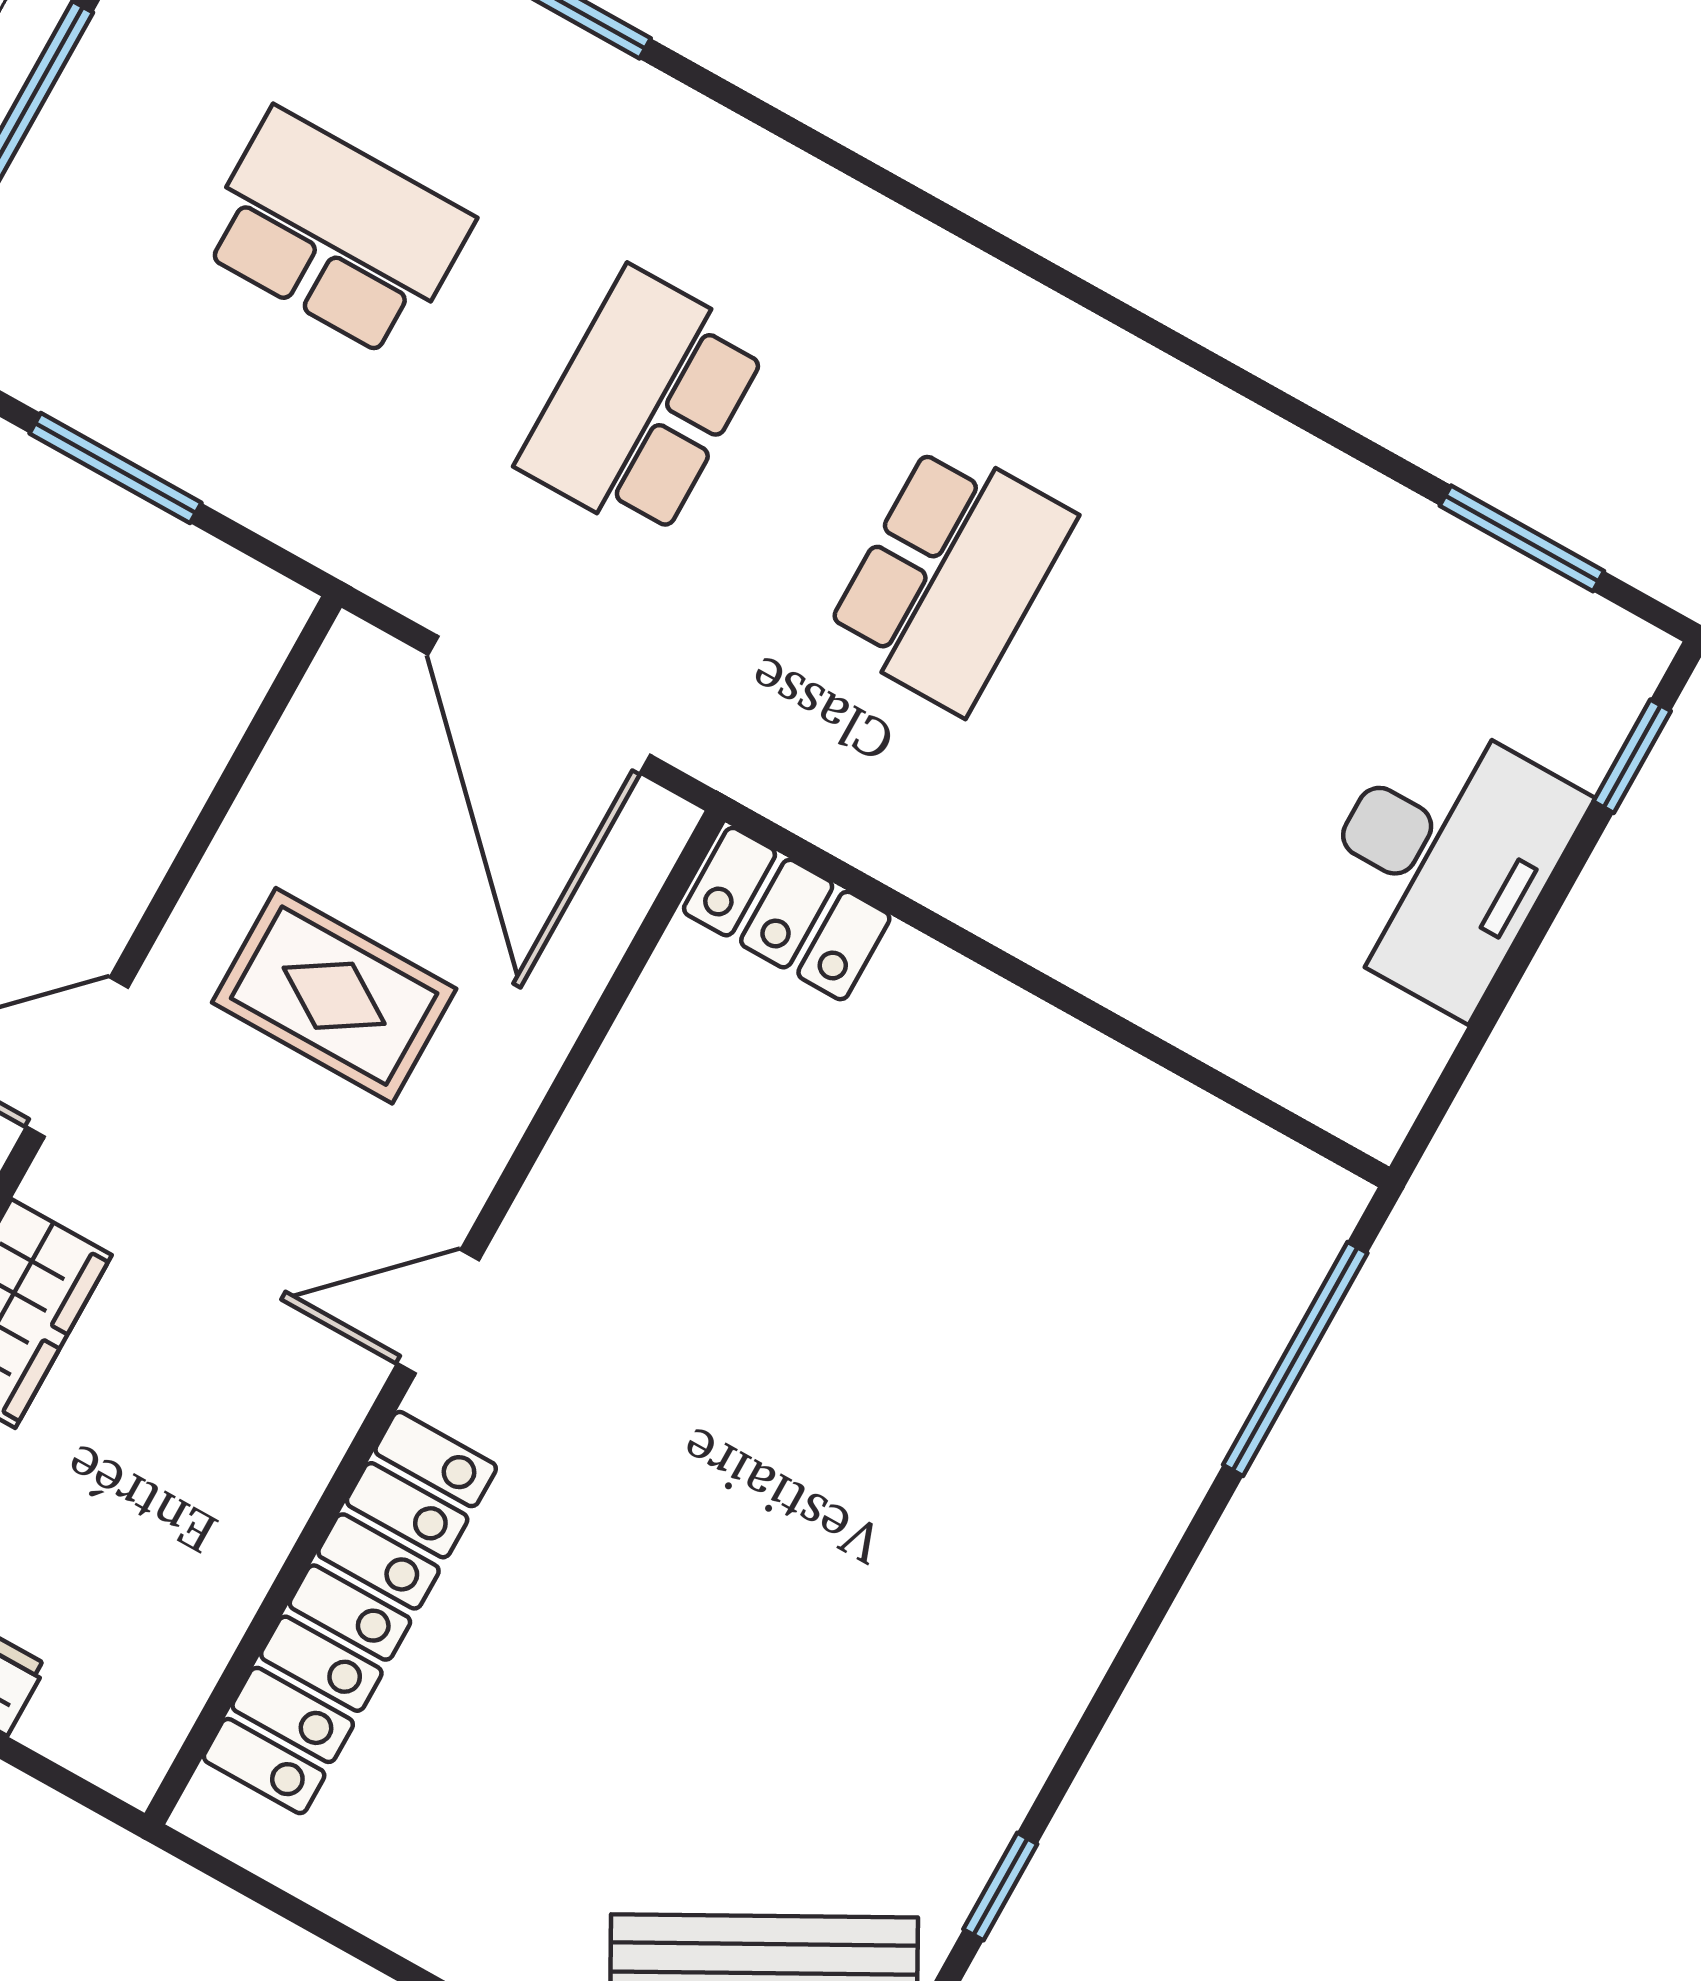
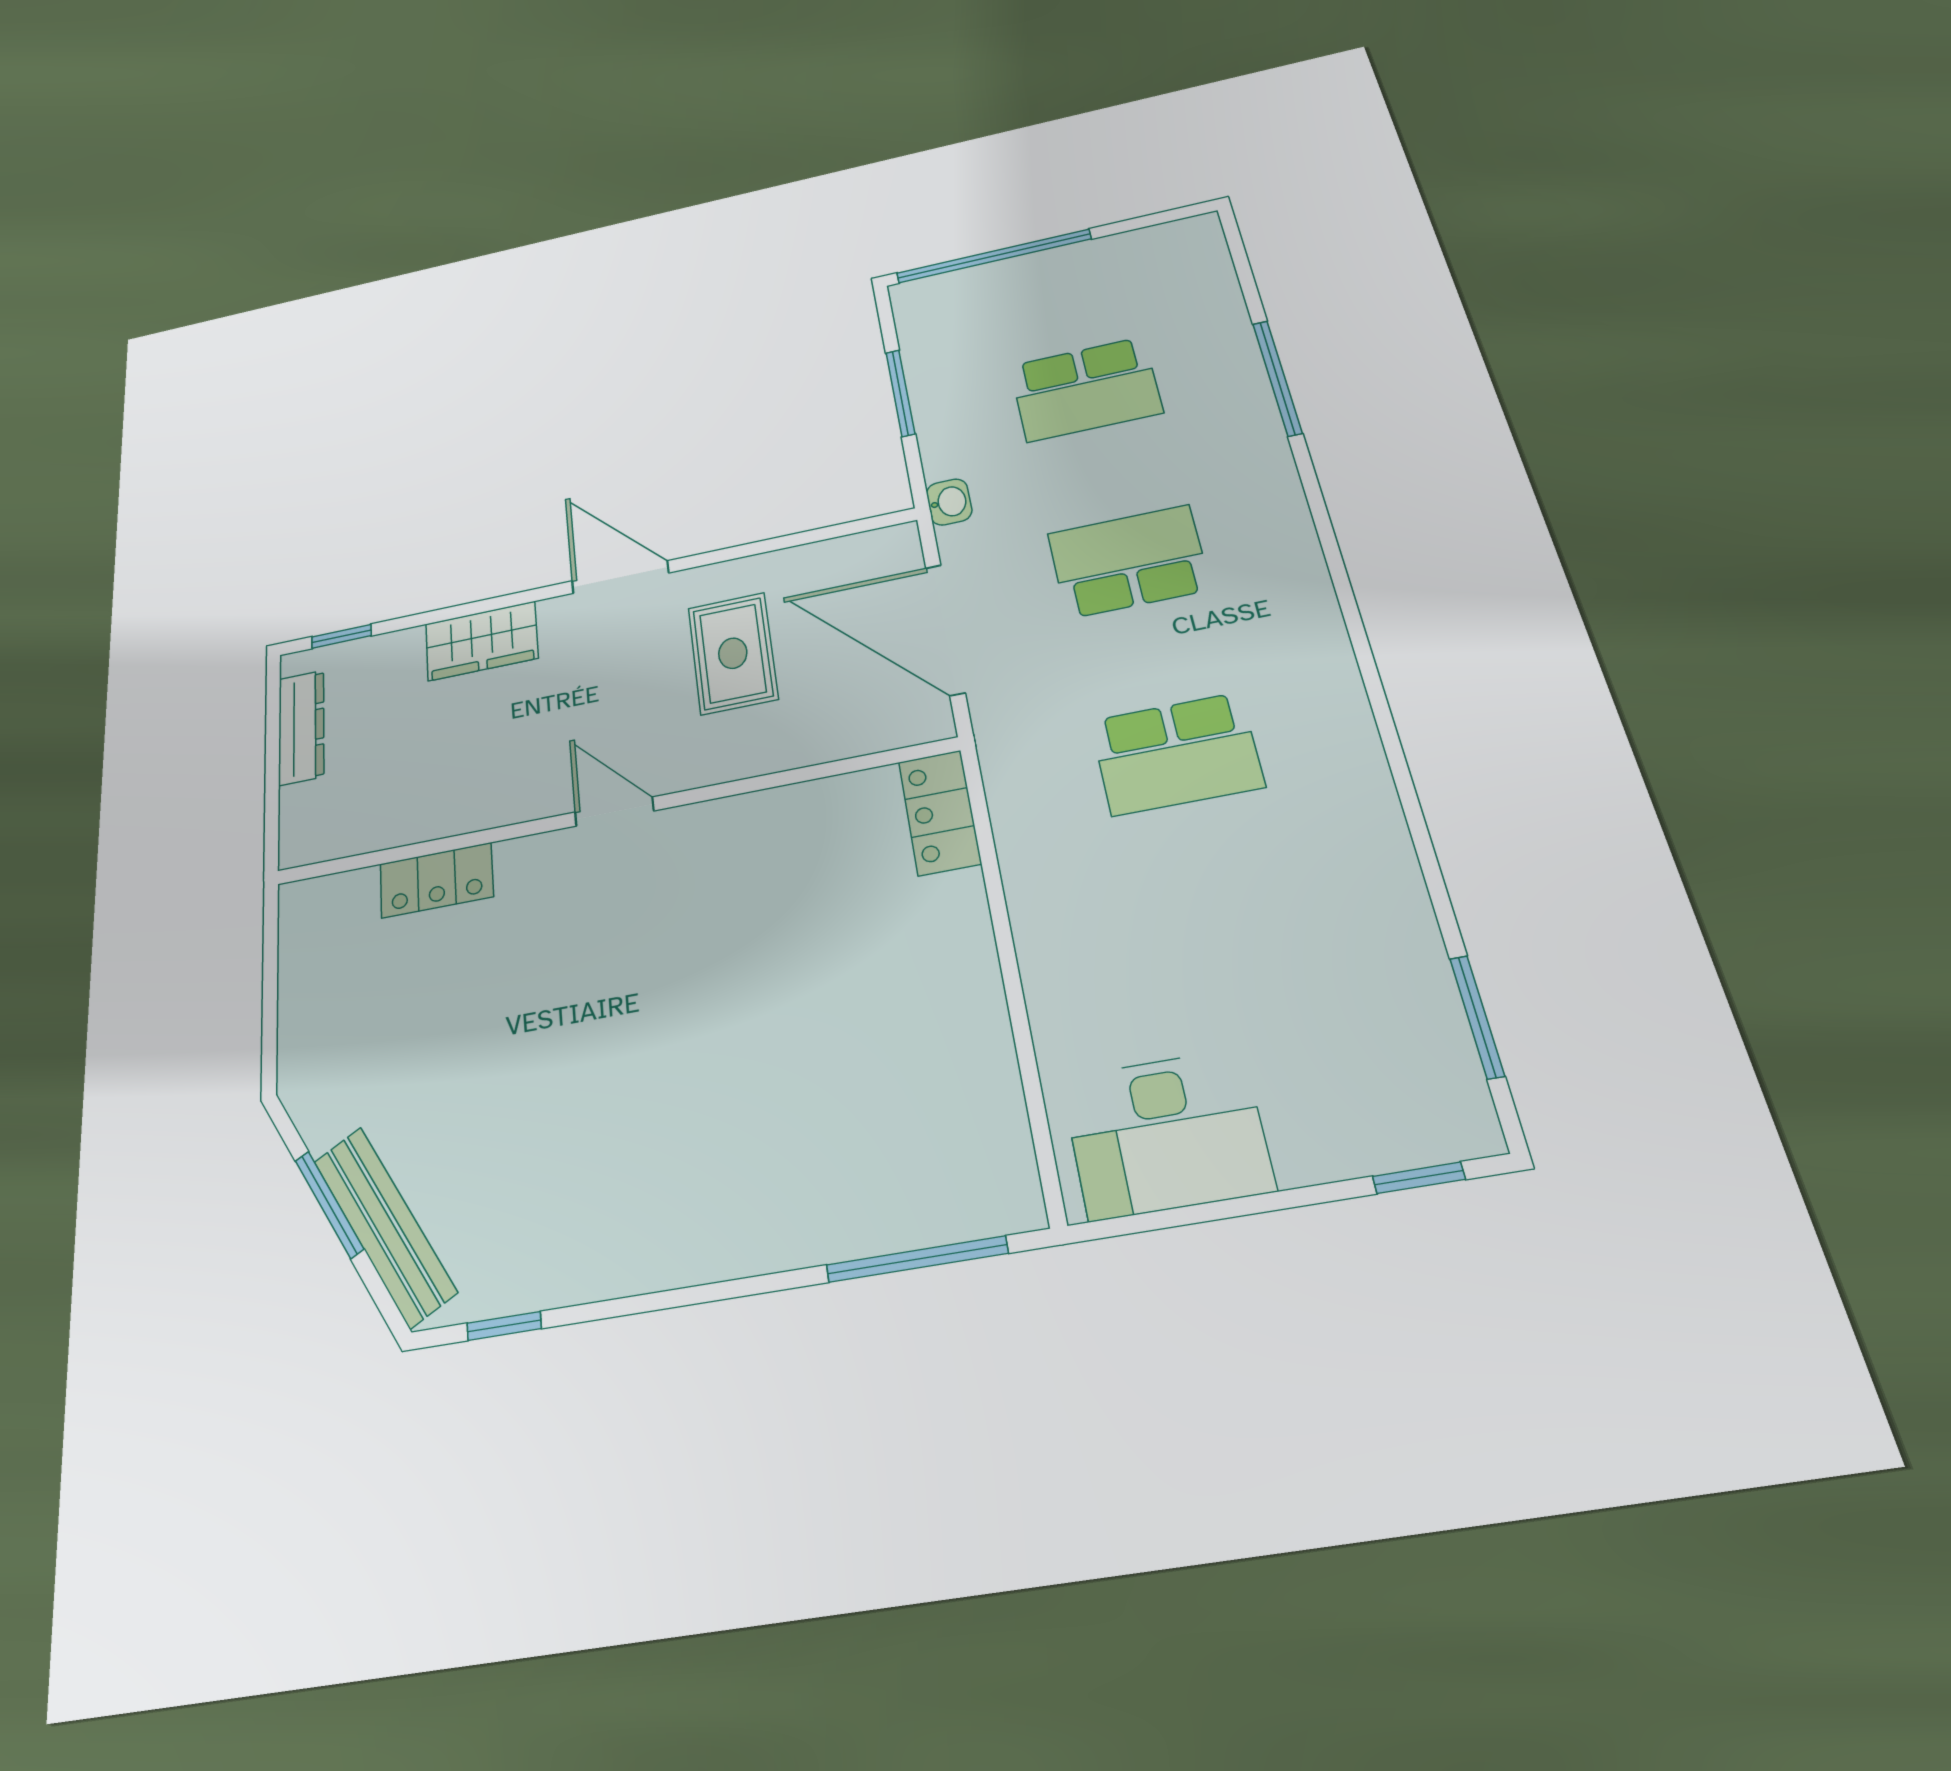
school desk: (335, 233) -> (1085, 389), turned 90
washbasin: (351, 547) -> (949, 502), added
door: (539, 705) -> (945, 630), hinge flipped
desk: (1443, 862) -> (1166, 1134), moved
locker: (350, 1613) -> (436, 880), width x0.46, depth x0.83

